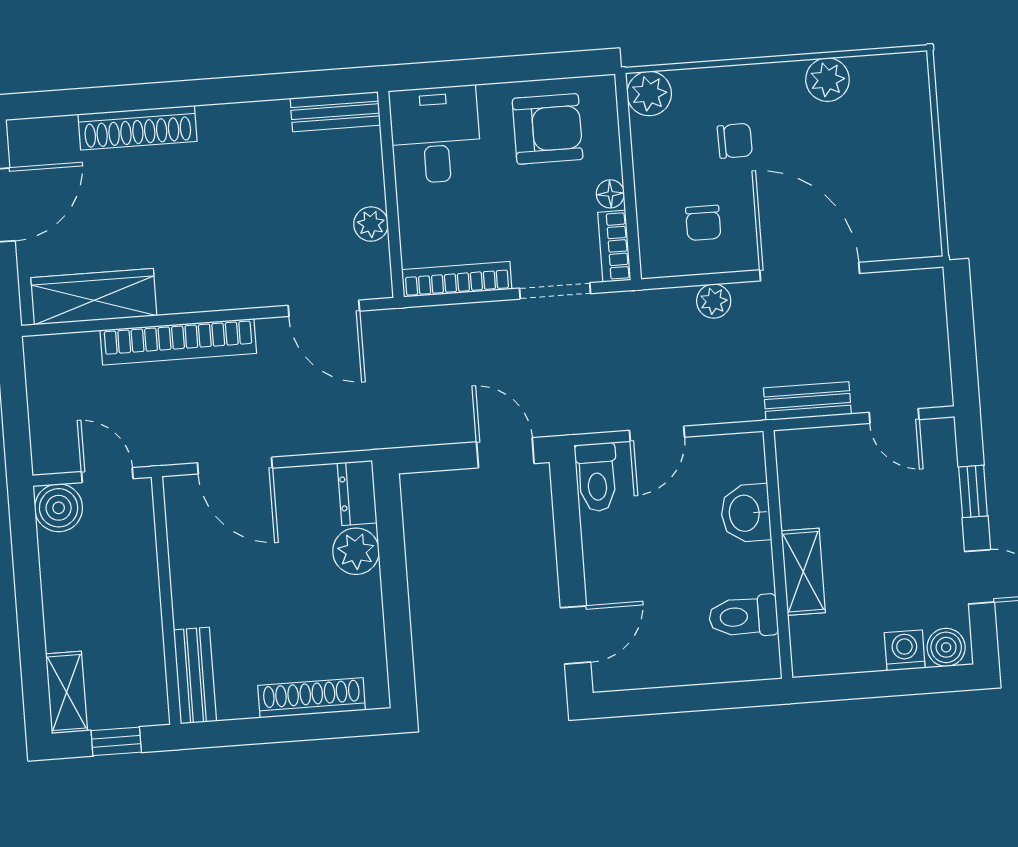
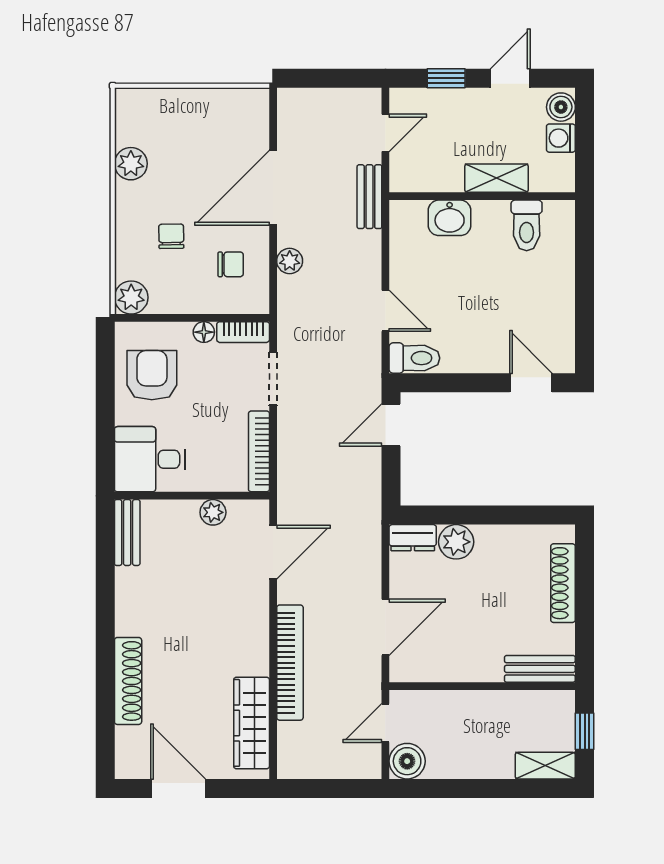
washbasin: (746, 513) -> (450, 218), moved
wall: (778, 554) -> (482, 196), moved
shelving: (803, 572) -> (497, 178), moved
toilet: (743, 616) -> (527, 225), moved

